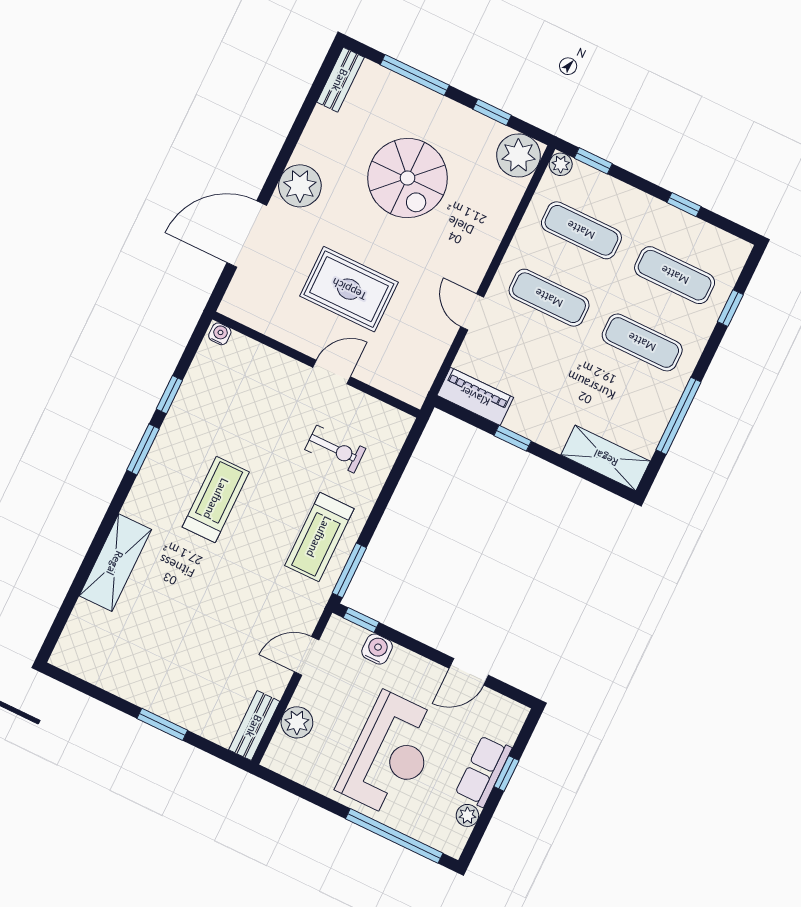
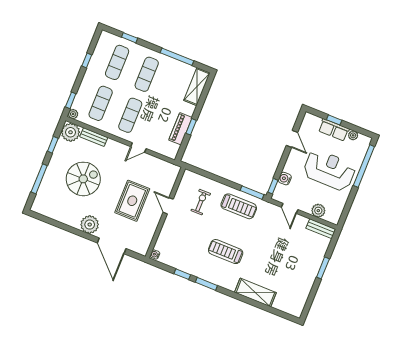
bench: (340, 80) -> (94, 137), moved
piano: (475, 396) -> (180, 129), moved

